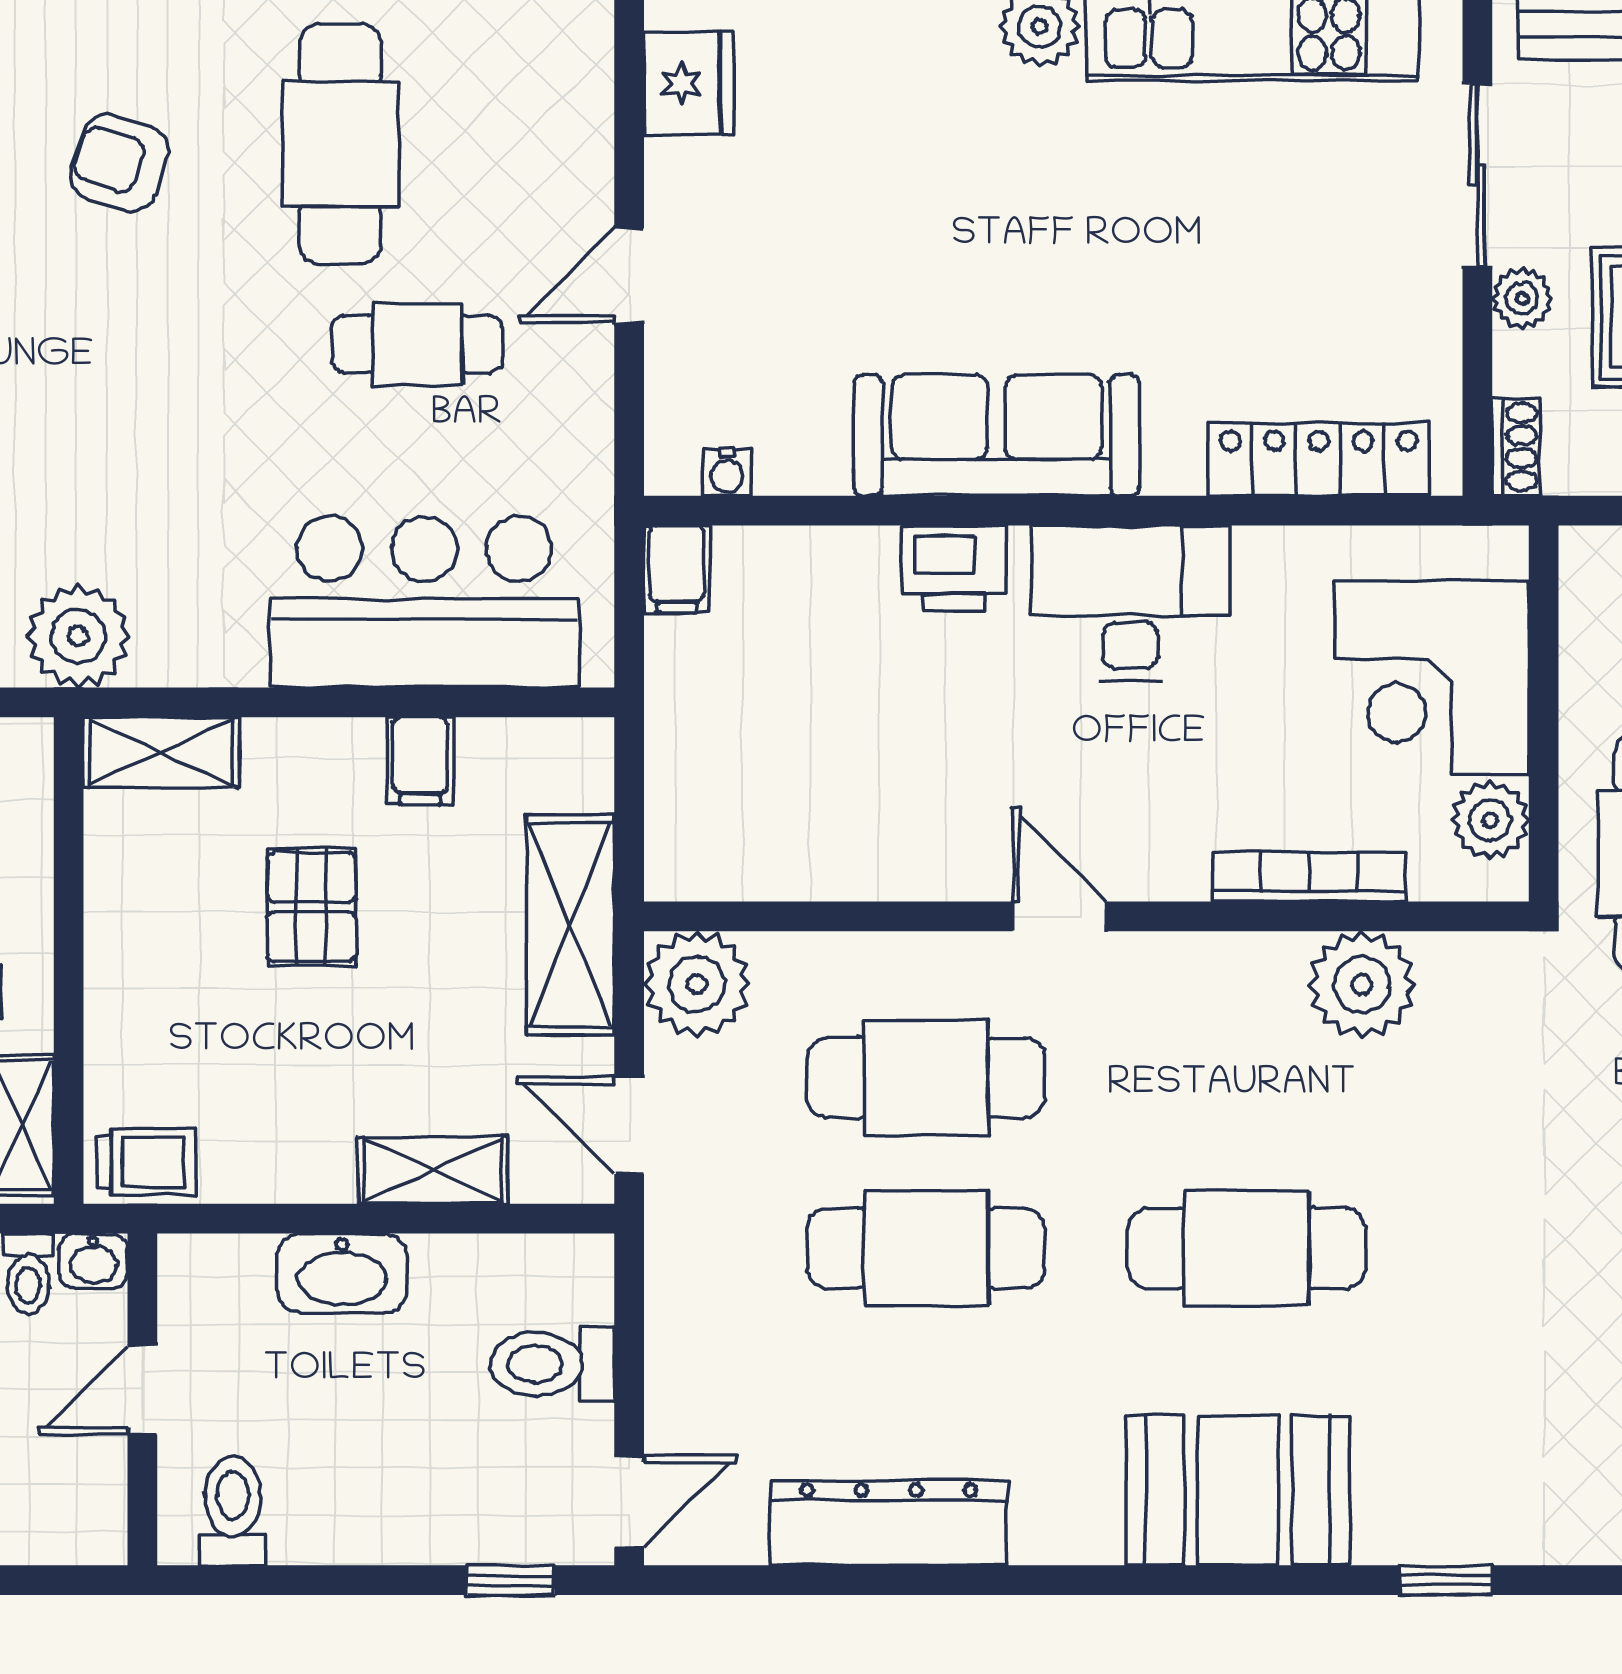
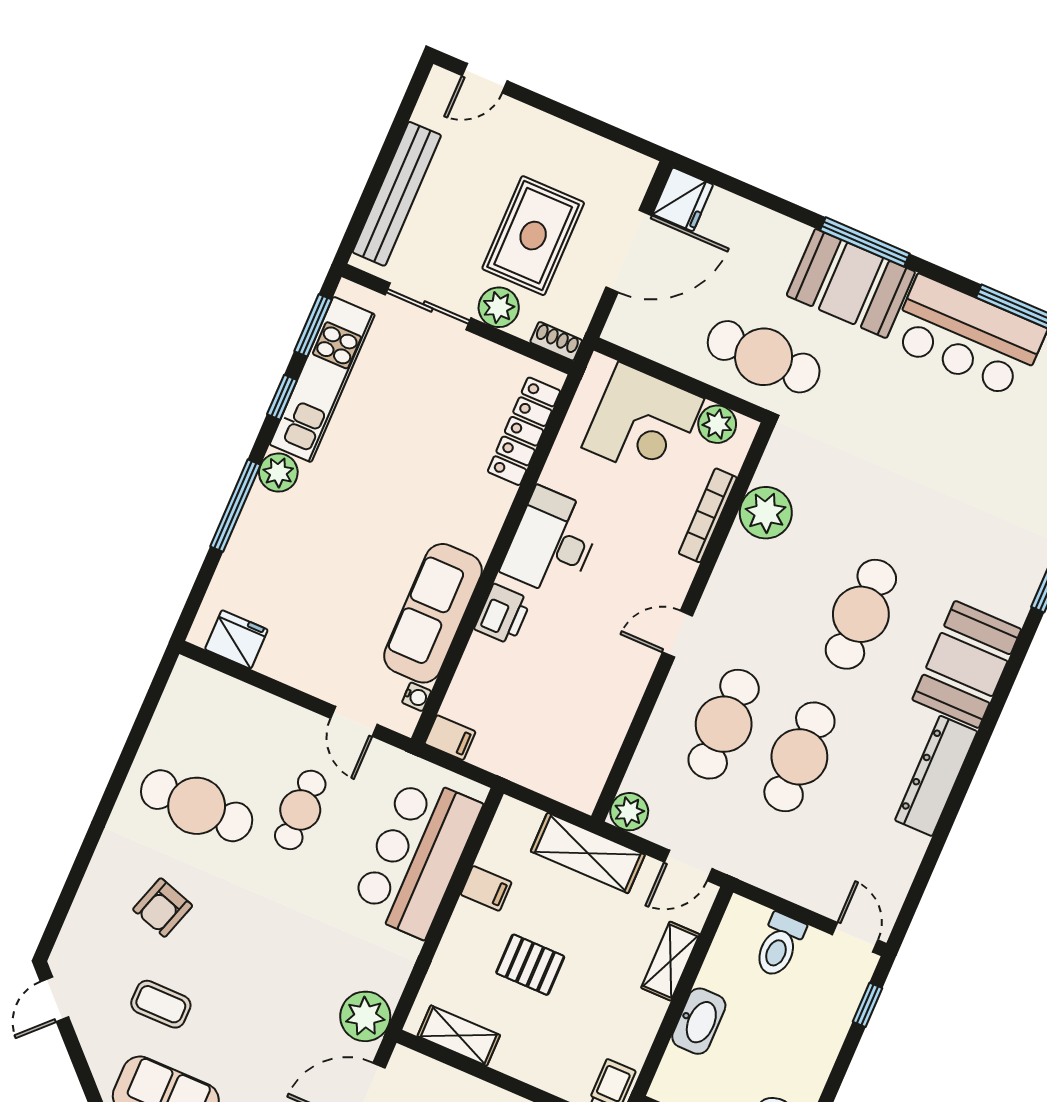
door: (629, 276) -> (354, 721), moved
plant: (1522, 298) -> (499, 307), width x1.38, depth x1.38
sofa: (996, 435) -> (433, 613), moved
shelving: (161, 752) -> (459, 1036), moved, turned 90
plant: (697, 984) -> (629, 812), width x0.73, depth x0.73
dresser: (889, 1523) -> (936, 776), moved

